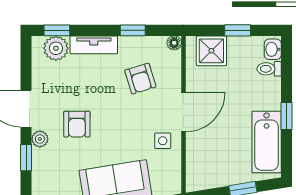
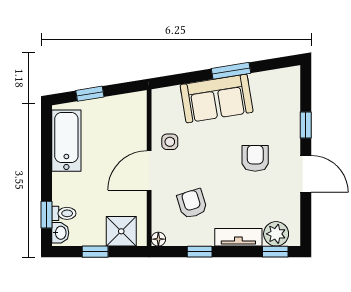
window: (287, 116) -> (46, 215), moved
plant: (40, 139) -> (292, 144), removed

